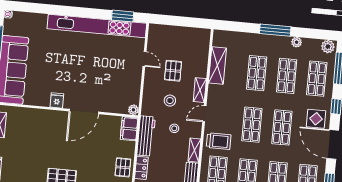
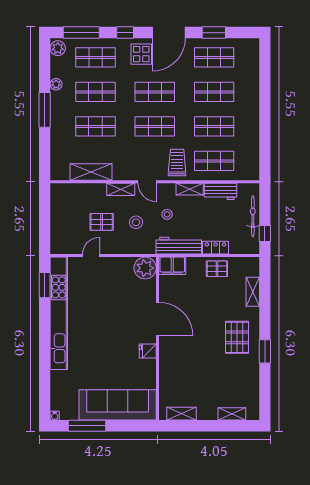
plant: (133, 110) -> (145, 268), width x1.88, depth x1.88

